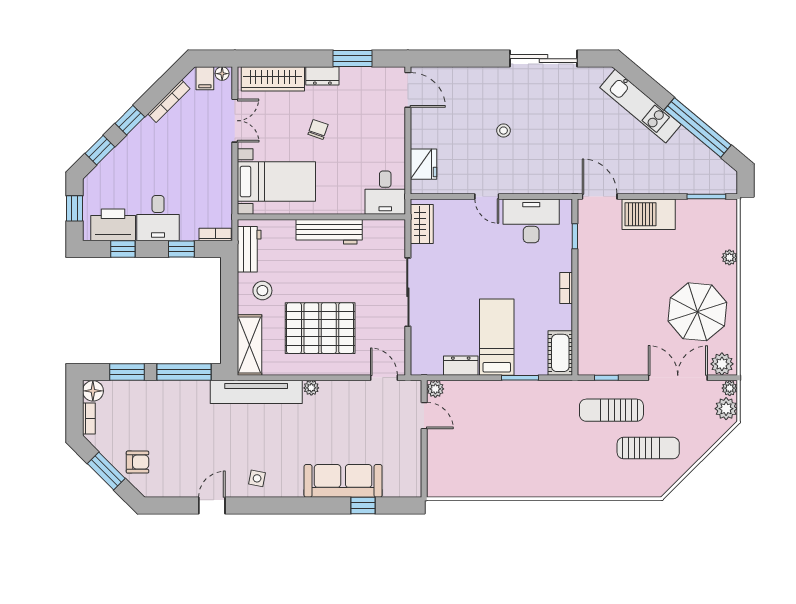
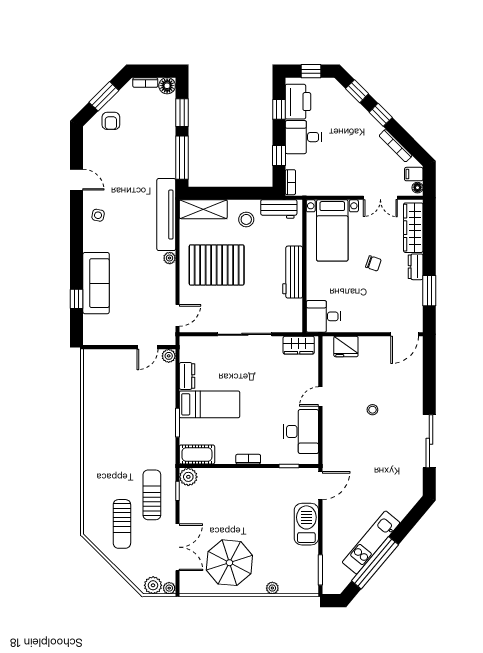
kitchen unit: (640, 106) -> (371, 543), moved
pallet: (320, 328) -> (217, 265), turned 90
plant: (722, 364) -> (188, 477), moved

